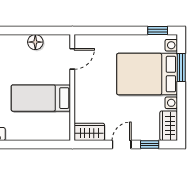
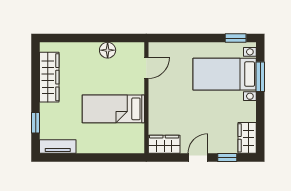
bed with nightstands: (147, 74) -> (225, 74), width x0.73

